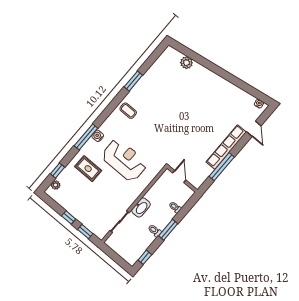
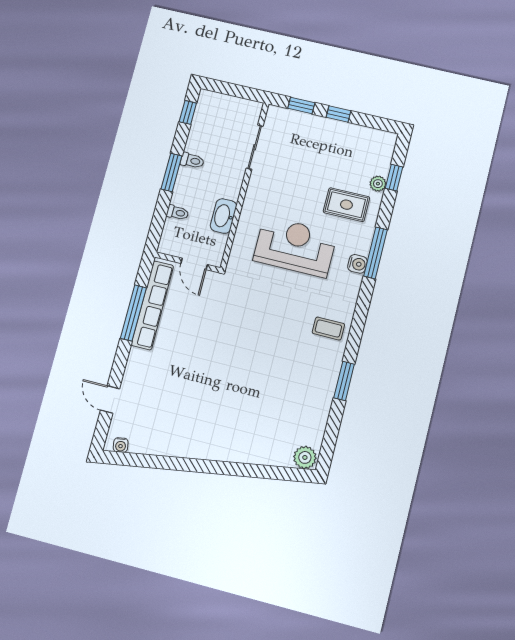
plant: (186, 63) -> (305, 457), moved
row of seats: (226, 147) -> (152, 305), moved
reception desk: (124, 160) -> (295, 247), turned 180
plant: (56, 185) -> (378, 184), moved
washbasin: (141, 207) -> (223, 216), moved

